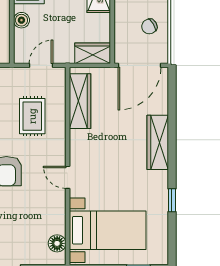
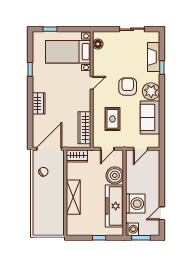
boiler: (21, 20) -> (115, 175), width x1.86, depth x1.86
wardrobe: (158, 142) -> (39, 103), width x0.67
door: (68, 177) -> (92, 83), hinge flipped

